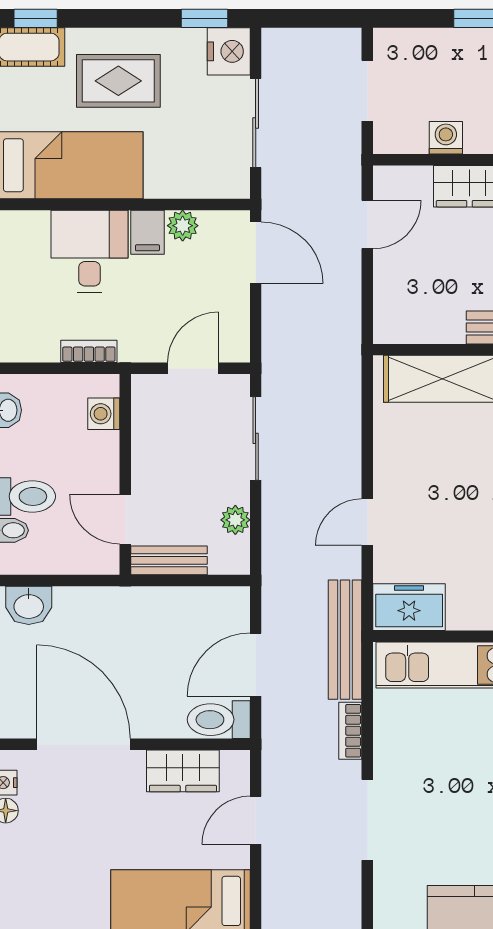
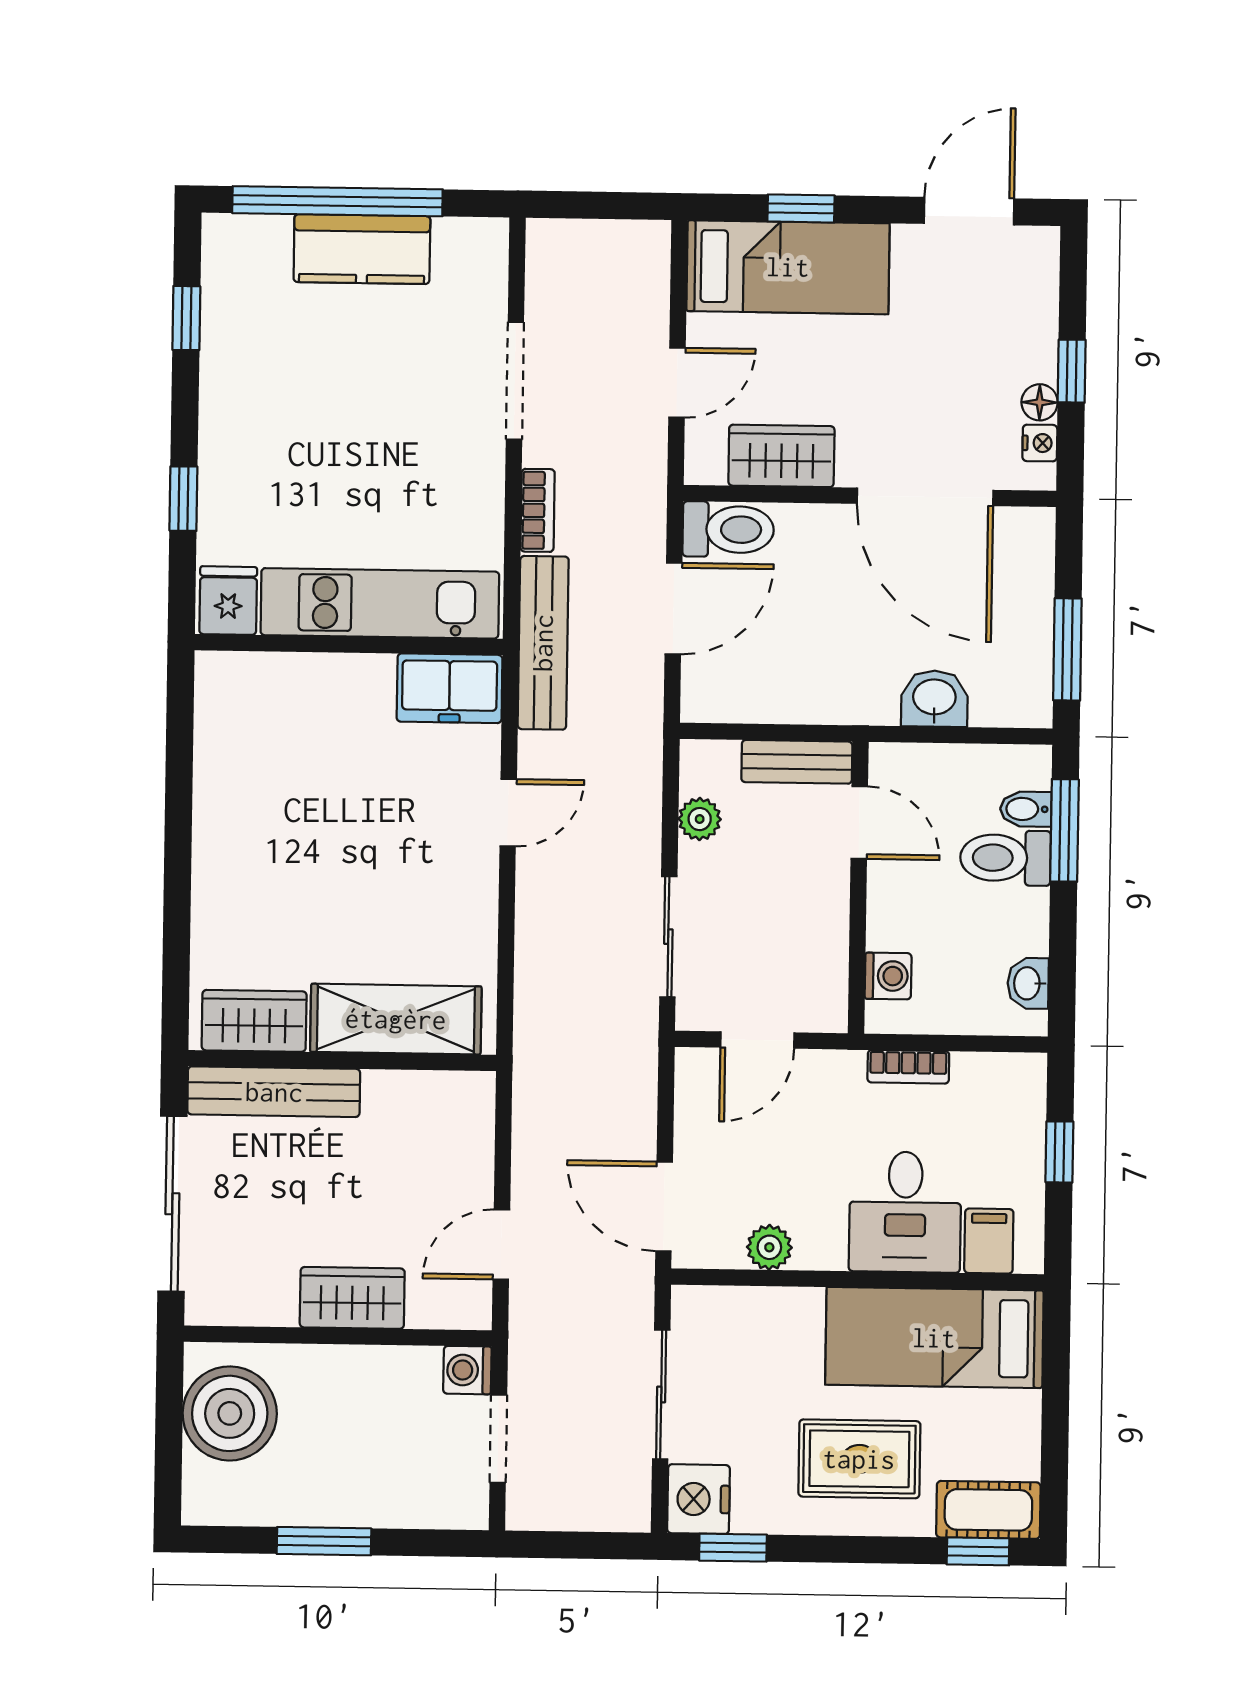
washing machine: (446, 138) -> (467, 1370), moved, turned 90
filing cabinet: (147, 232) -> (989, 1241), moved
washbasin: (29, 605) -> (934, 699), moved

